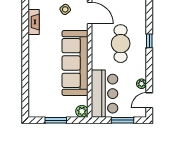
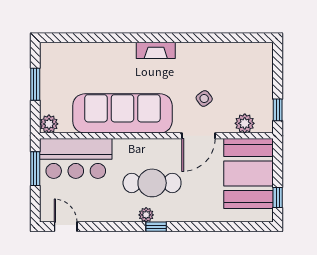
fireplace: (34, 22) -> (156, 50), moved
plant: (142, 84) -> (146, 215), moved
window: (123, 120) -> (35, 169), moved

